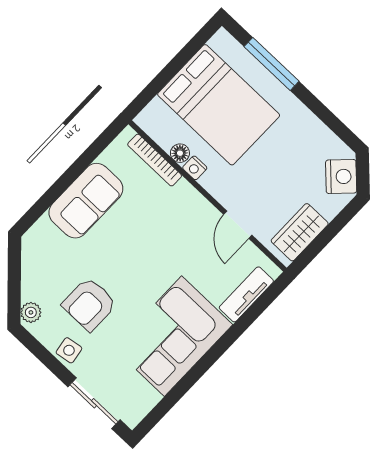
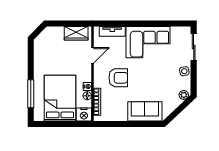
nightstand: (341, 177) -> (84, 115), moved, turned -135
sofa: (86, 201) -> (145, 111), moved
armchair: (89, 304) -> (118, 78), moved

